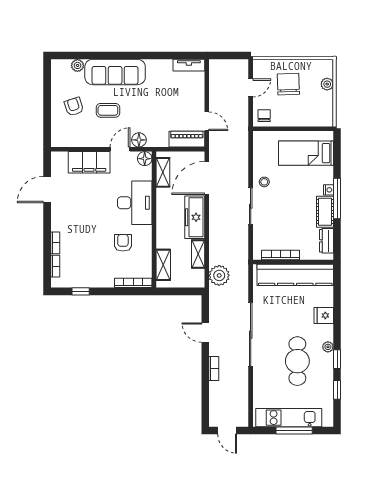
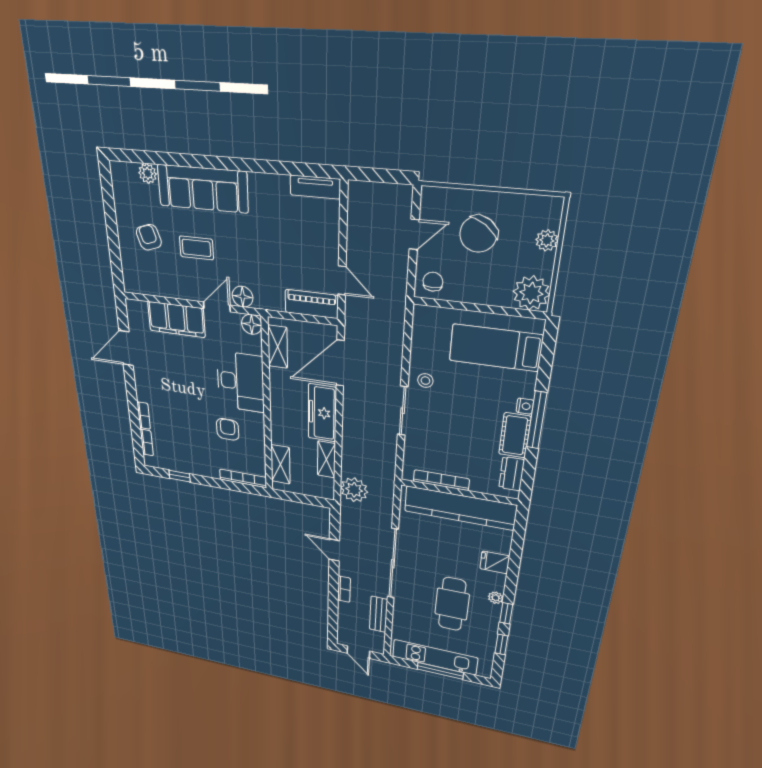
chair: (288, 84) -> (478, 234), turned -143
plant: (323, 116) -> (531, 293), added
bench: (242, 386) -> (378, 614), added

